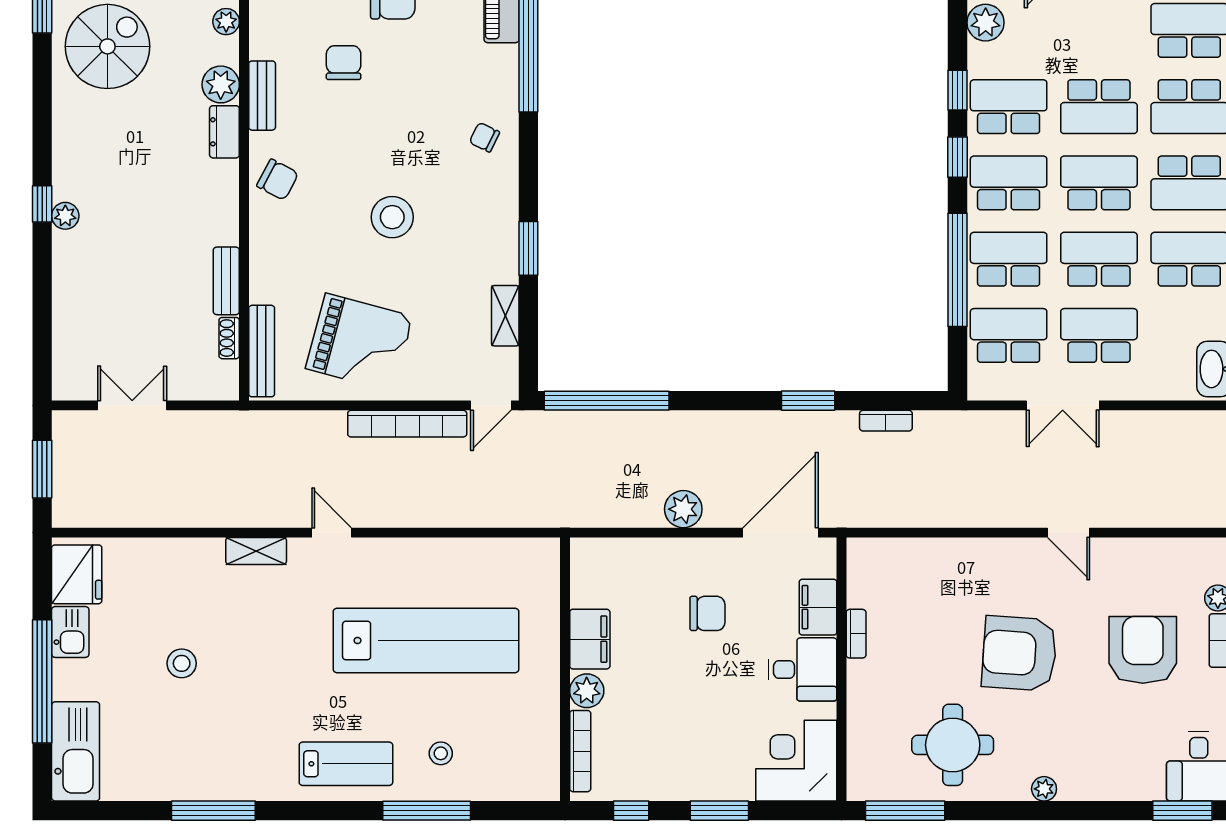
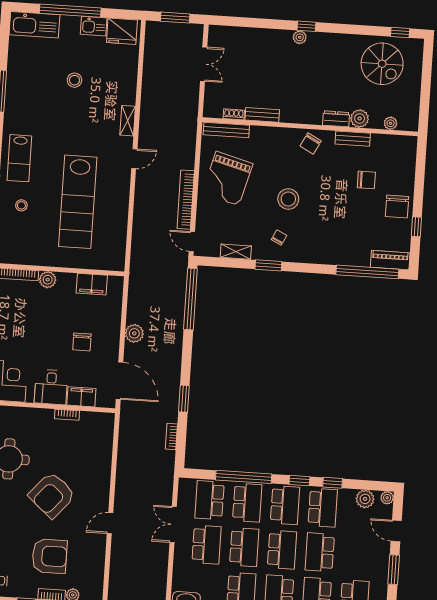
chair: (484, 137) -> (279, 237), moved
school desk: (1009, 335) -> (210, 500), turned 180
filing cabinet: (590, 639) -> (92, 284), moved
armchair: (1019, 653) -> (52, 495), turned -143

